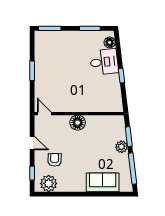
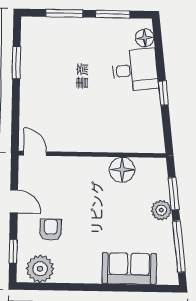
window: (50, 28) -> (64, 13), moved
window: (32, 71) -> (16, 63), moved
floor lamp: (78, 123) -> (122, 170), moved

